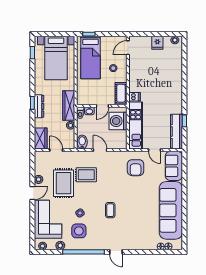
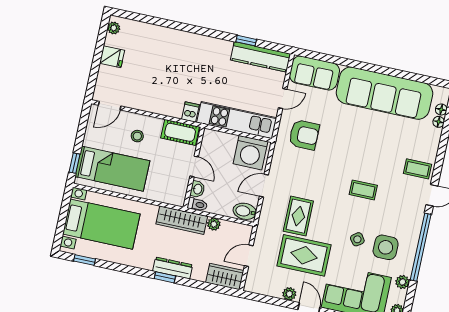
door: (128, 48) -> (110, 106), hinge flipped
washing machine: (118, 121) -> (250, 153), moved
coffee table: (130, 240) -> (418, 169), added

